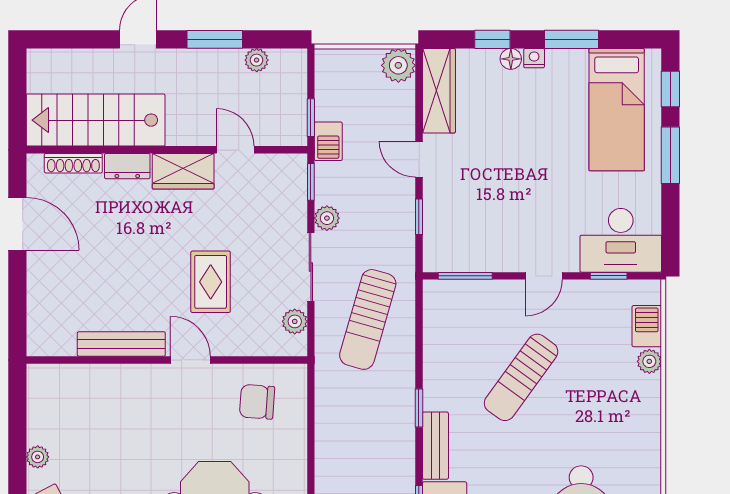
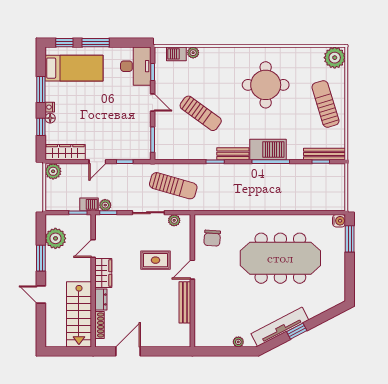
plant: (257, 60) -> (55, 238), width x1.88, depth x1.88
plant: (327, 218) -> (105, 205), moved

